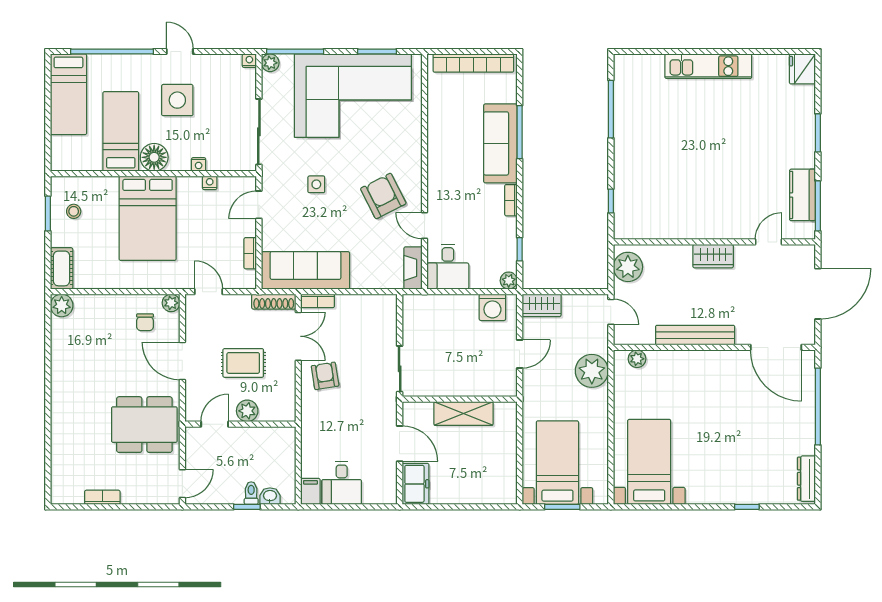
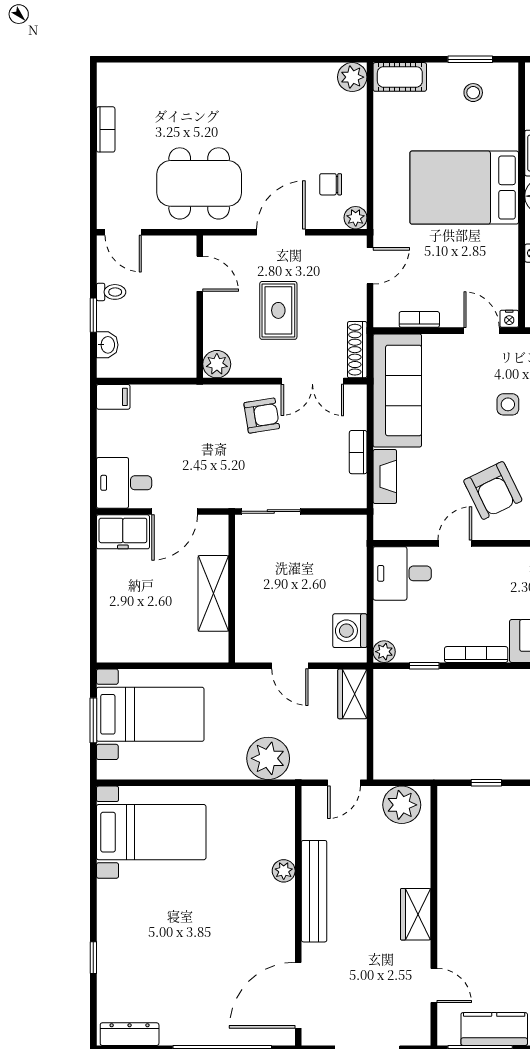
nightstand: (210, 183) -> (509, 319), moved, turned 90
armchair: (383, 196) -> (493, 490), turned 91
bookcase: (511, 200) -> (476, 655), width x1.56
fireplace: (413, 268) -> (385, 476), moved, turned 90
bookcase: (318, 301) -> (358, 452), moved
plant: (637, 359) -> (284, 871), moved
plant: (247, 411) -> (217, 364), moved
dining table: (144, 425) -> (199, 183), turned 90
desk: (342, 483) -> (124, 483), moved
toilet: (251, 493) -> (111, 292), moved

